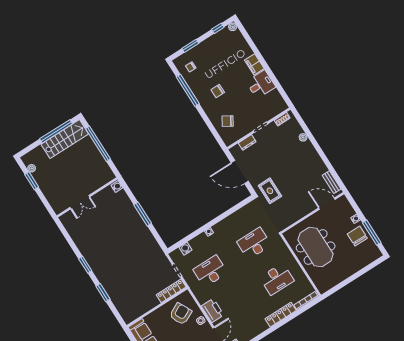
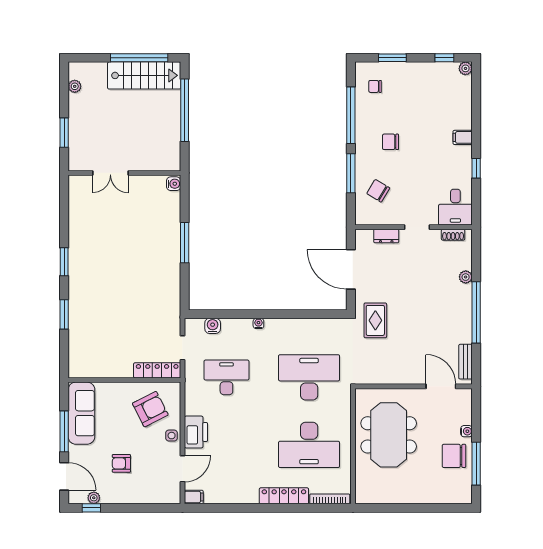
filing cabinet: (254, 64) -> (463, 137), width x0.50
window: (272, 76) -> (476, 168), added
desk: (261, 84) -> (455, 207), moved, turned 90
window: (207, 121) -> (351, 173), added
window: (321, 153) -> (476, 312), added
window: (32, 181) -> (64, 133), moved
chair: (357, 236) -> (454, 456), turned -90
desk: (254, 243) -> (309, 377), width x1.36, depth x1.30
desk: (277, 279) -> (309, 445), width x1.36, depth x1.30

